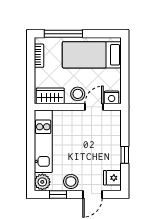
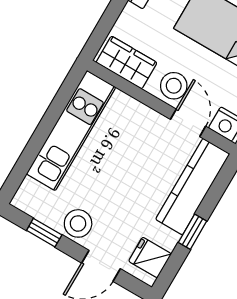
door: (94, 107) -> (188, 123), hinge flipped
kitchen counter: (113, 134) -> (193, 187), added
plant: (42, 182) -> (30, 197), removed

